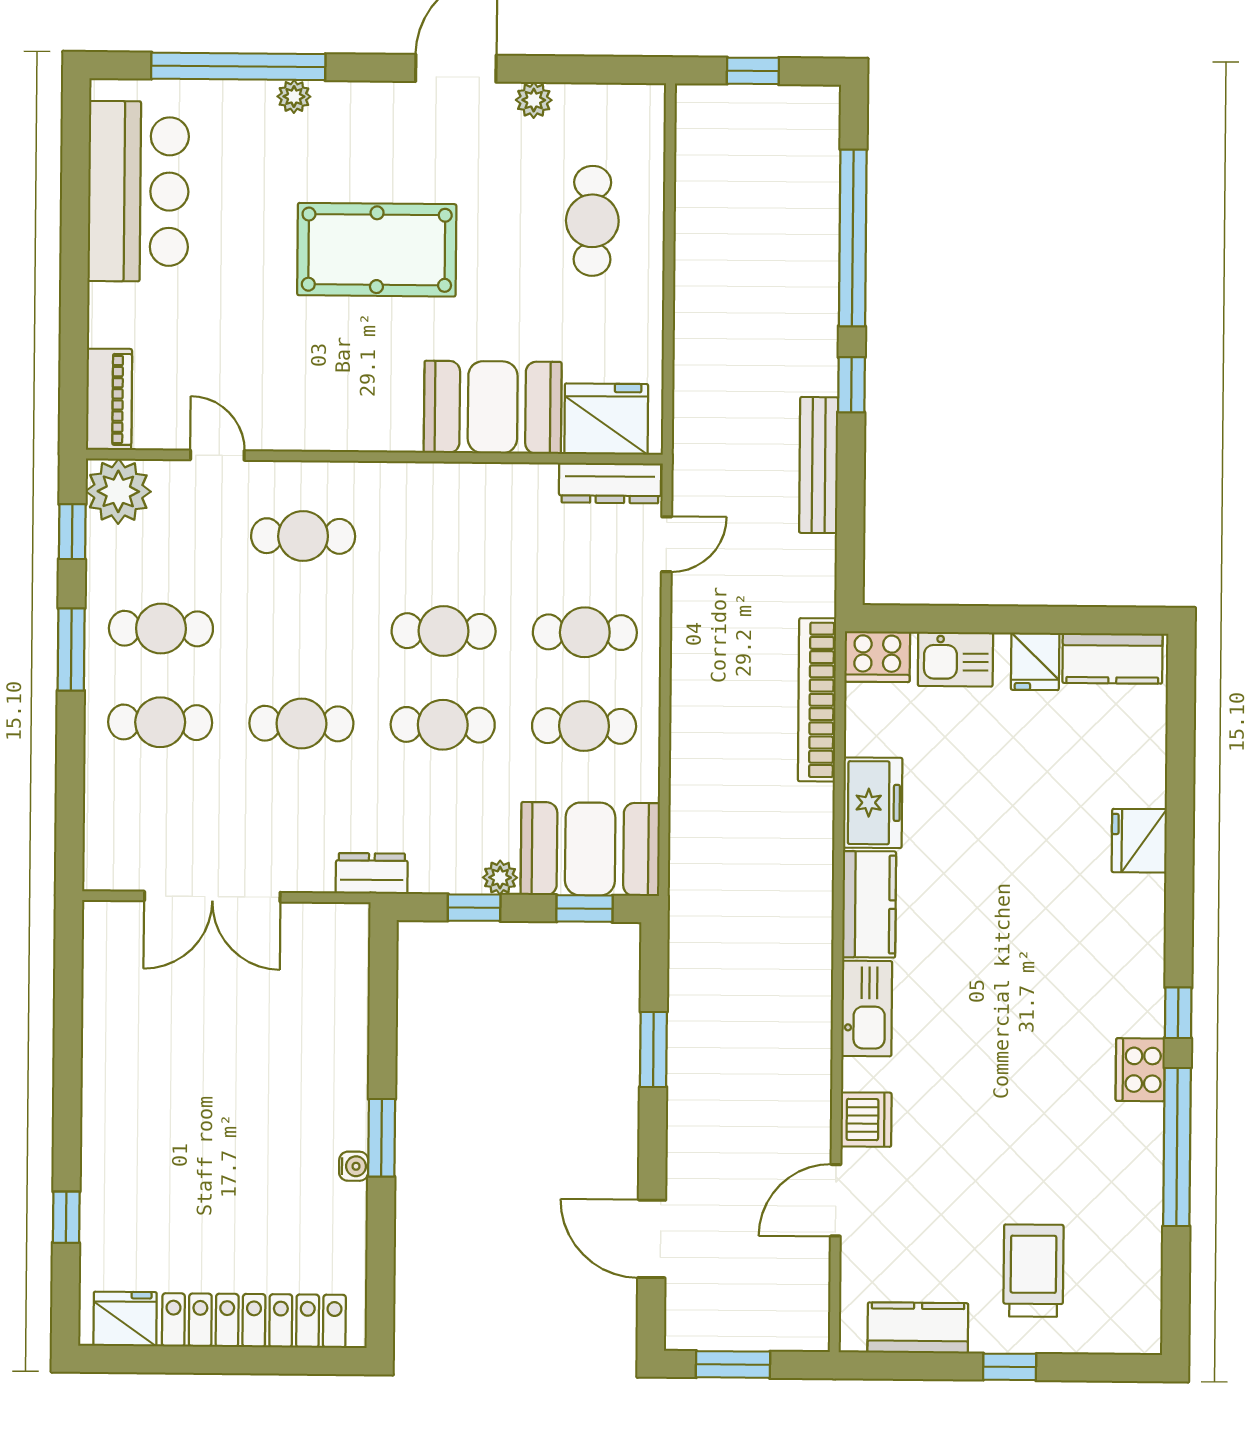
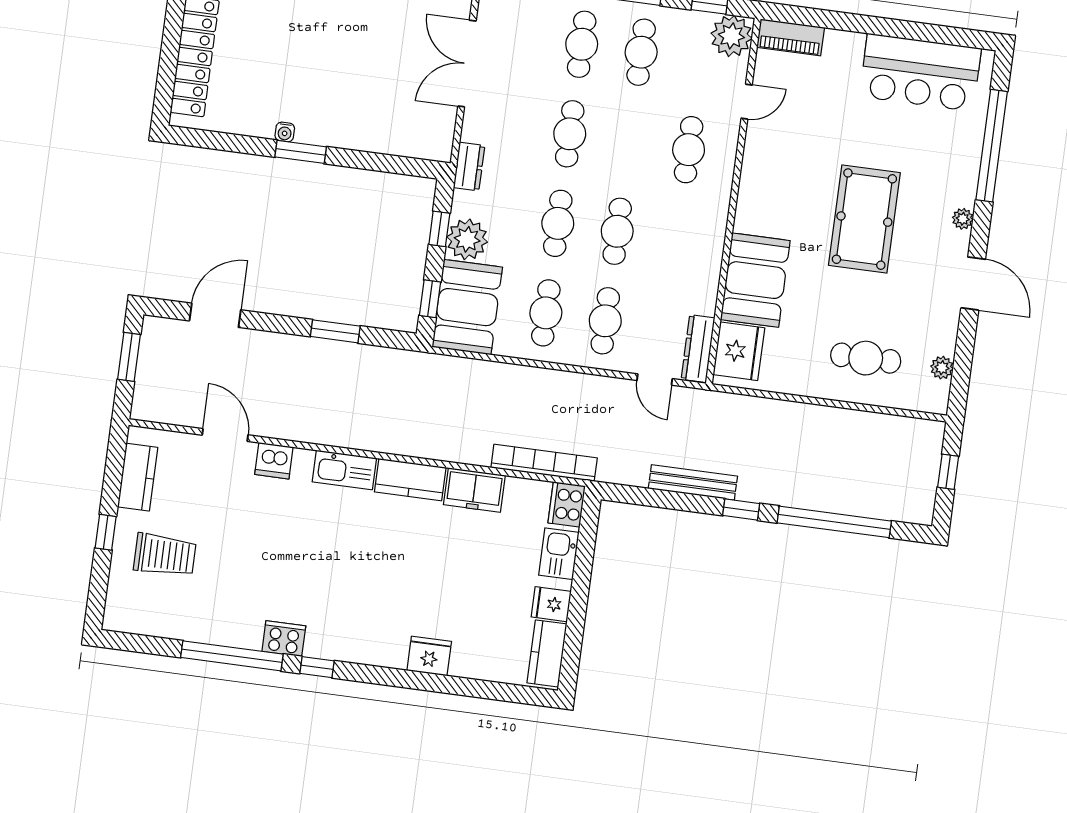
plant: (294, 97) -> (963, 219), moved
plant: (534, 100) -> (942, 368), moved
plant: (500, 878) -> (467, 239), width x1.88, depth x1.88

